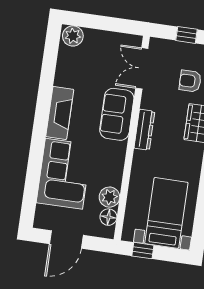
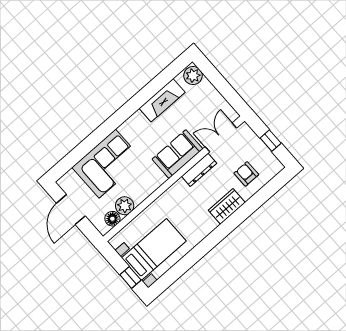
fireplace: (60, 113) -> (162, 100), moved
dresser: (144, 130) -> (199, 170), moved
door: (66, 240) -> (71, 210), hinge flipped
window: (143, 251) -> (130, 277), moved

